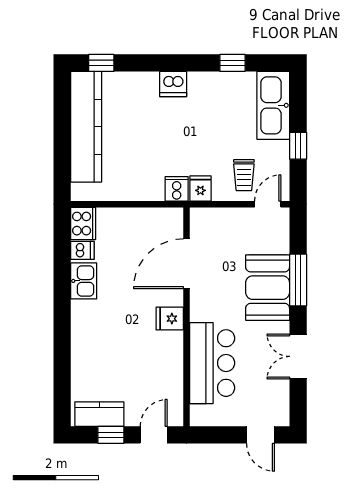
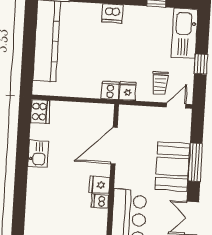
dishwasher: (82, 250) -> (100, 201), moved, turned 180

